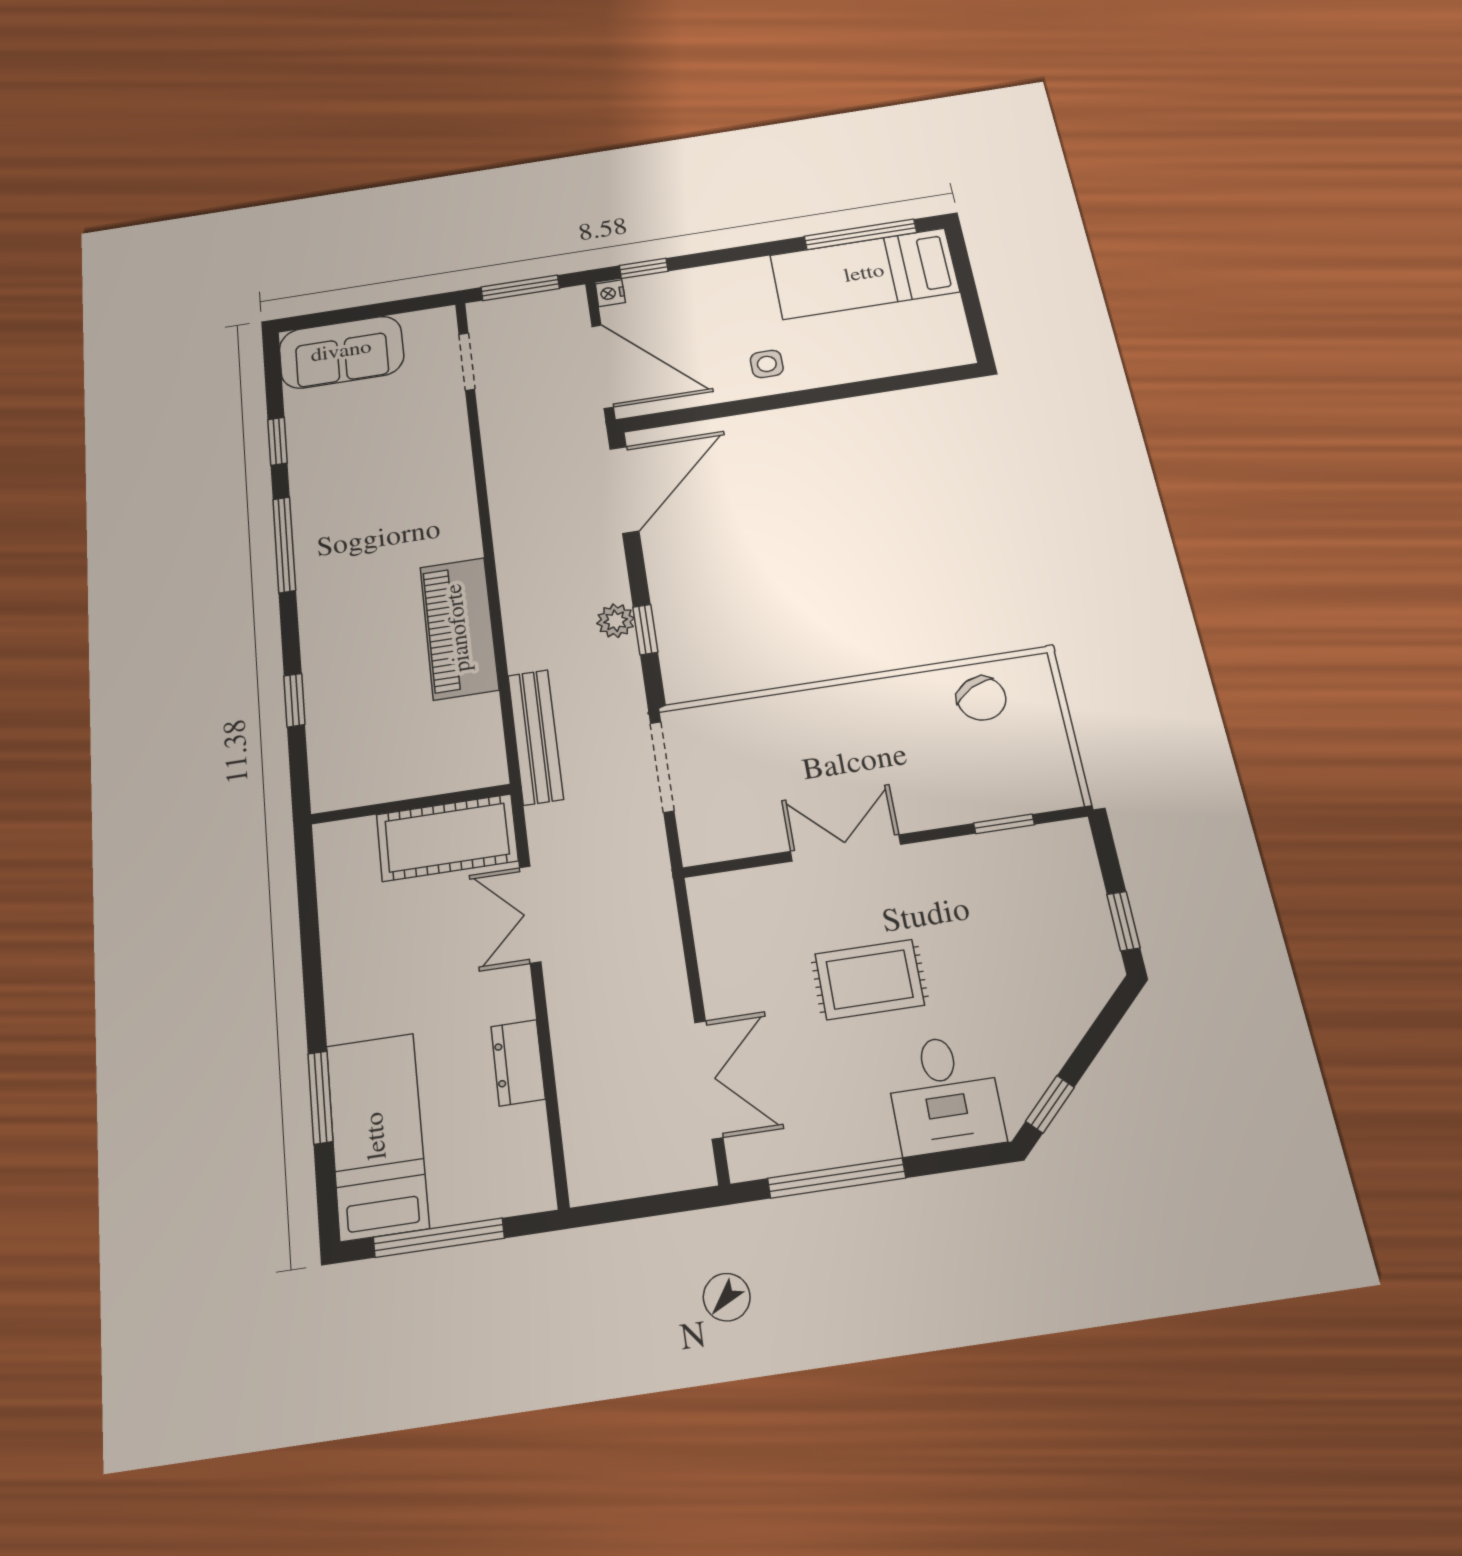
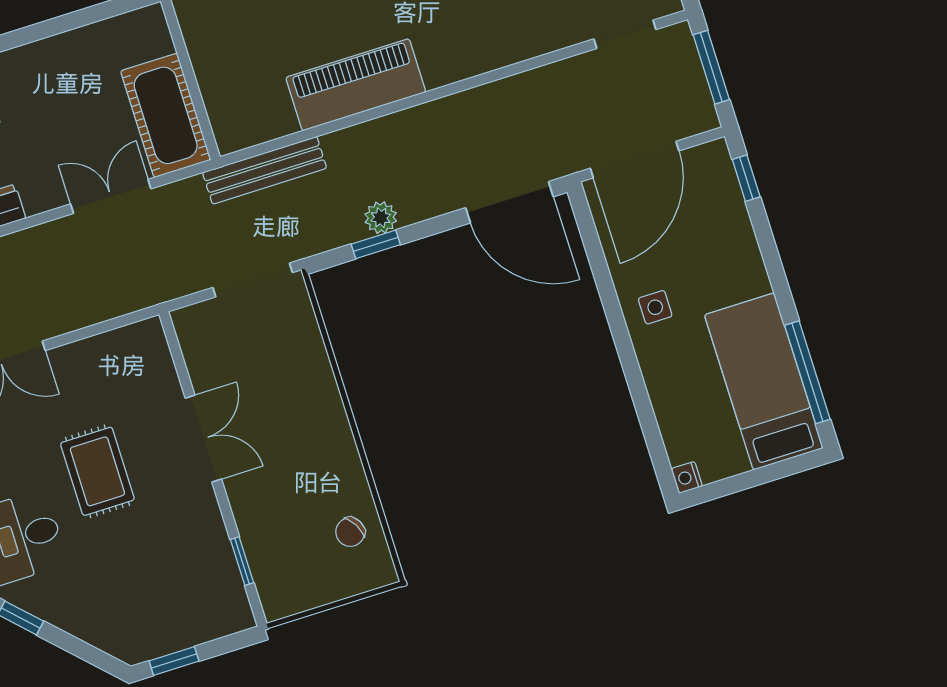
nightstand: (610, 293) -> (687, 477), moved, turned -90
chair: (982, 698) -> (350, 532), width x0.73, depth x0.73

